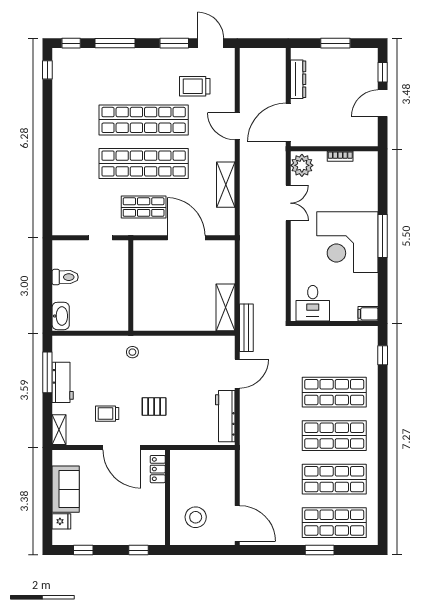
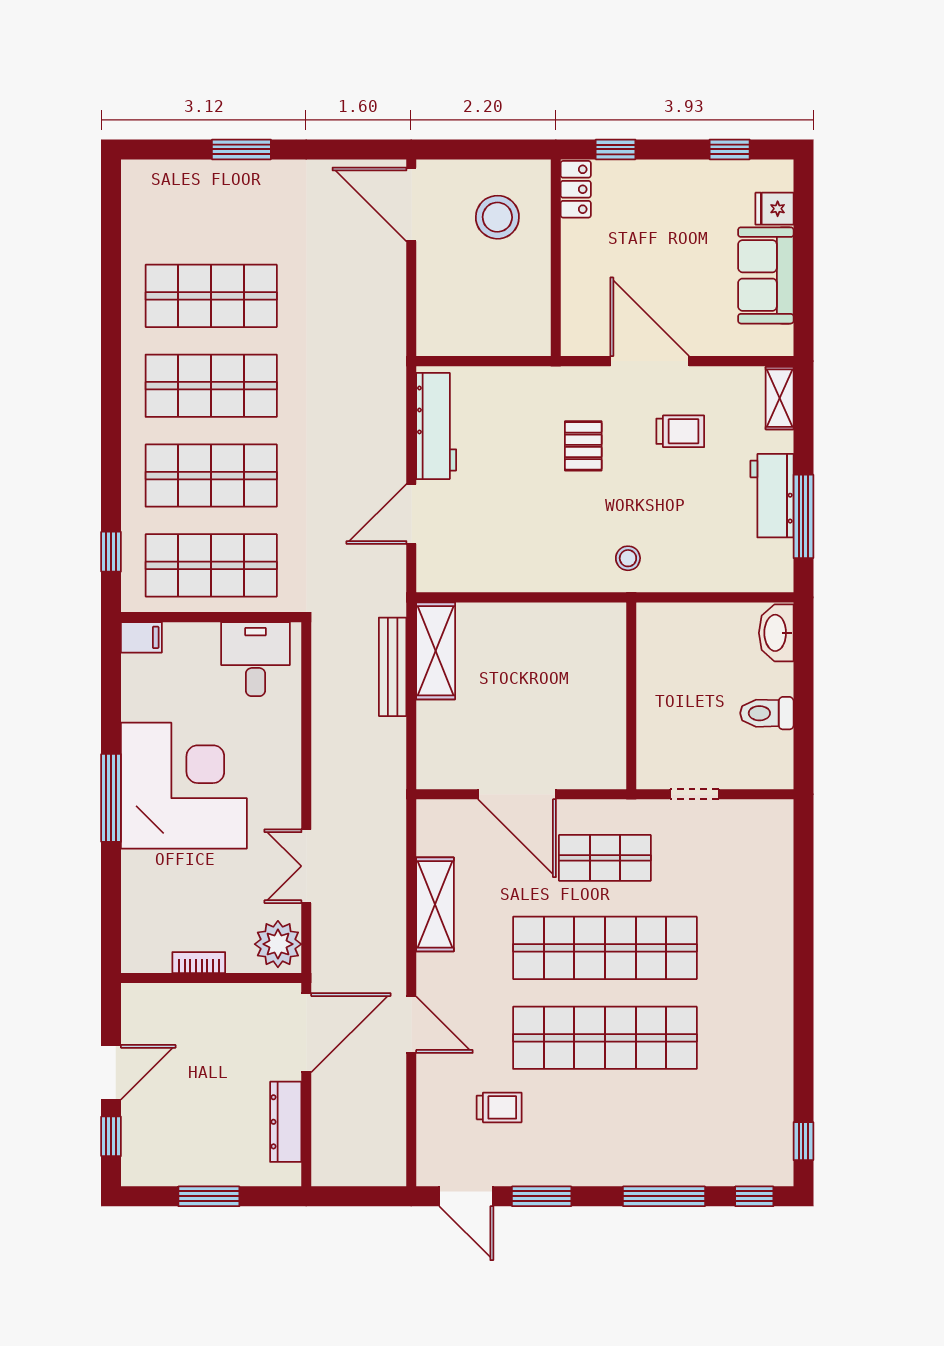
trolley: (195, 86) -> (499, 1107), width x0.73, depth x0.72
bench: (246, 328) -> (393, 667), moved
pallet: (154, 407) -> (583, 446), turned 90
locker: (158, 469) -> (576, 189), moved
shop shelf: (334, 523) -> (211, 565), moved

